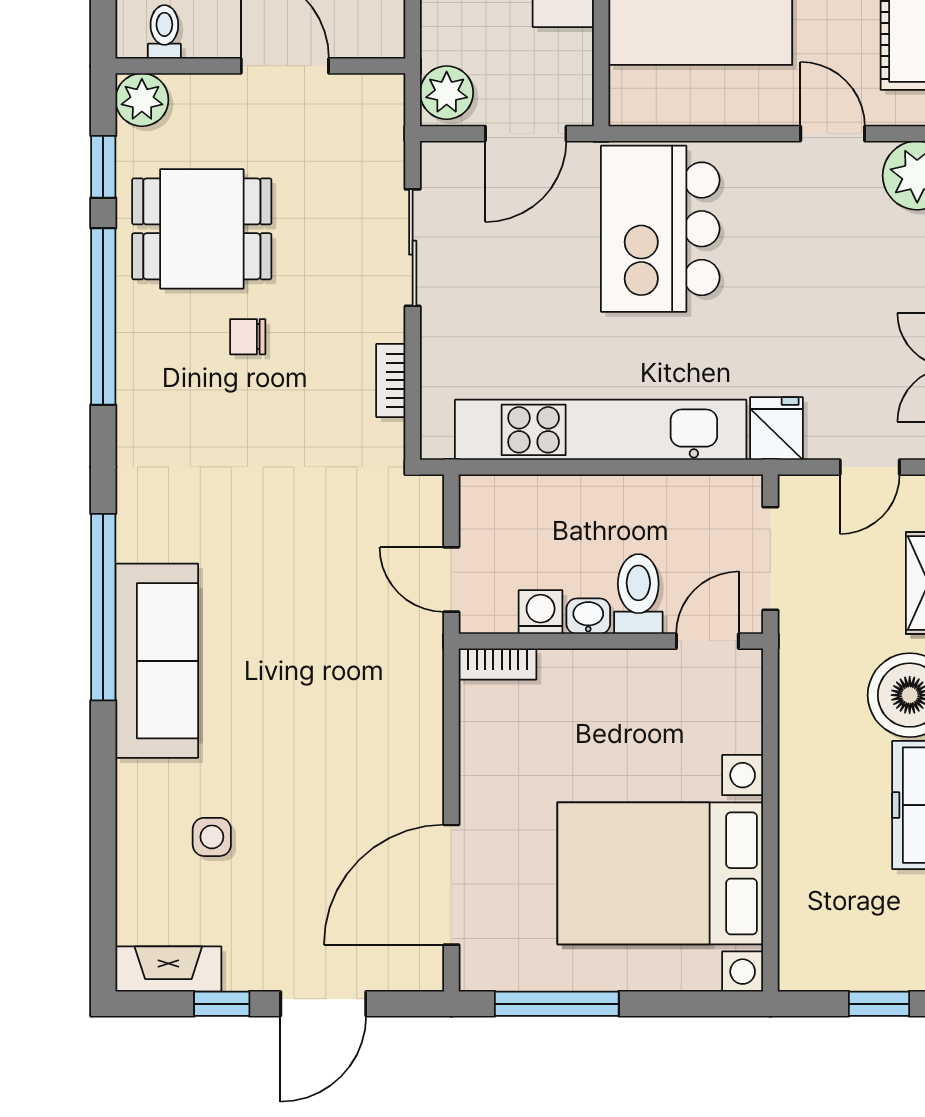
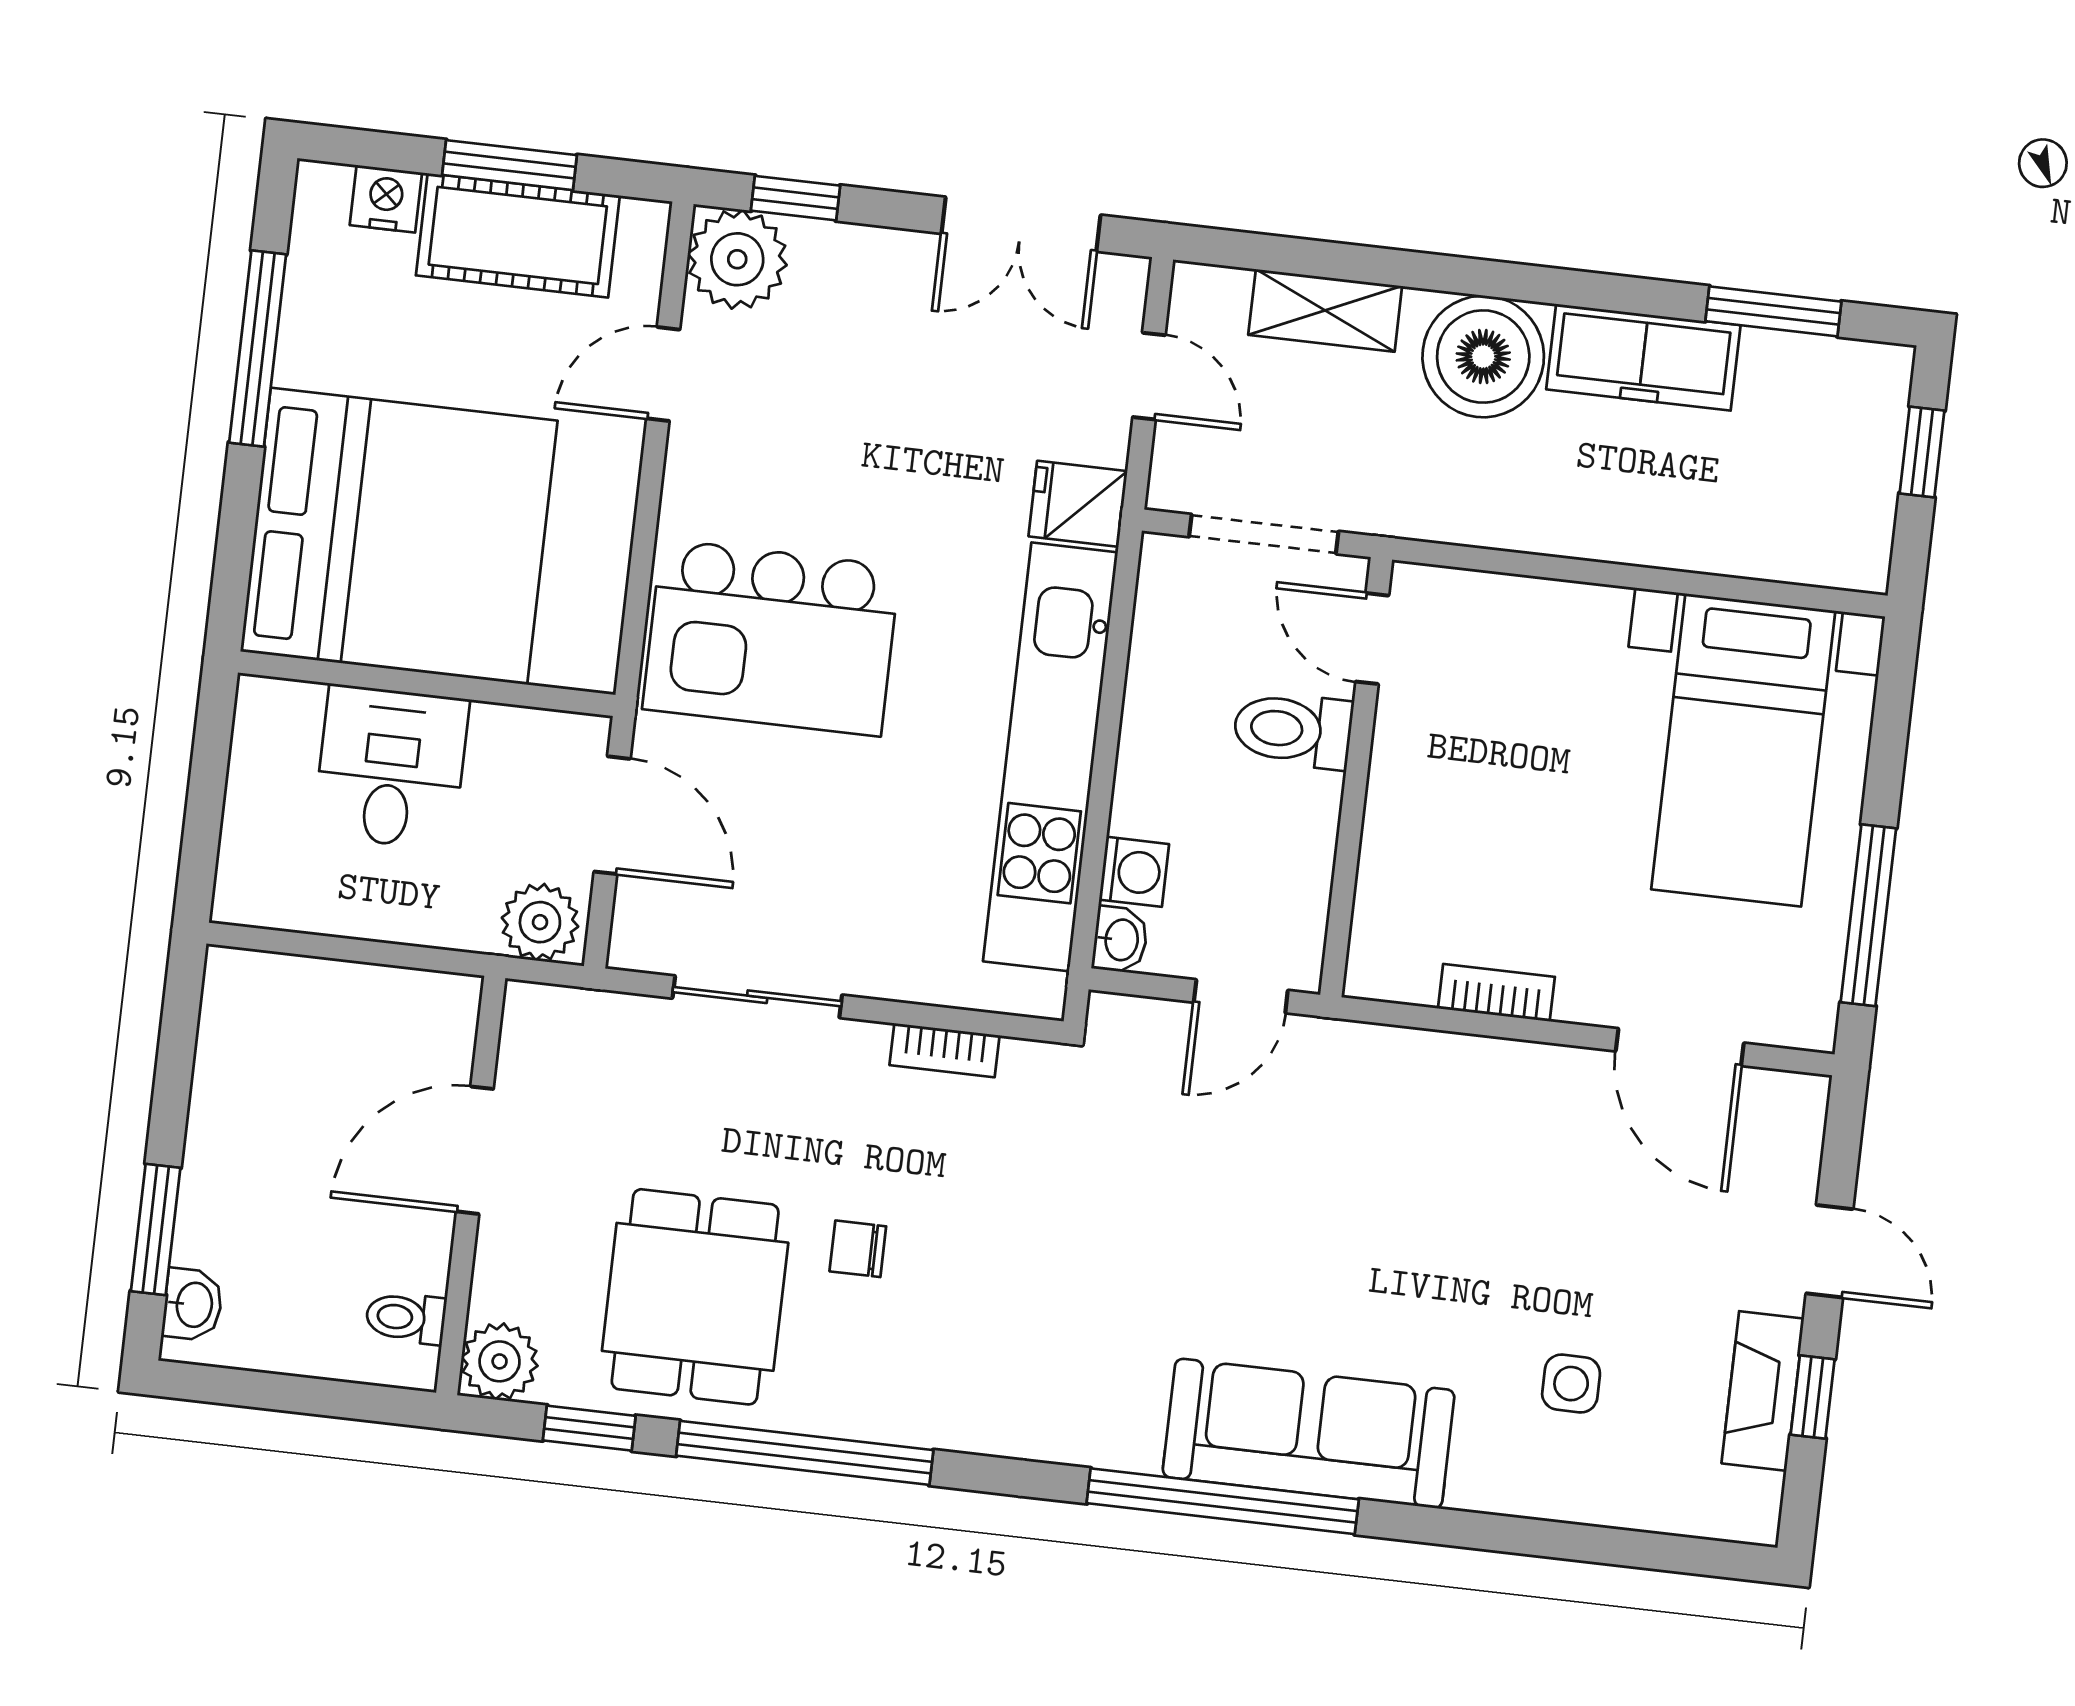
chair: (248, 337) -> (858, 1249), turned 90
washing machine: (541, 612) -> (1134, 872), moved, turned 180
washbasin: (588, 616) -> (1120, 940), moved, turned 180
bookcase: (497, 664) -> (1496, 993), moved, turned -90
bed with nightstands: (660, 873) -> (1743, 750), width x0.73
door: (451, 885) -> (1680, 1047), width x0.73
fireplace: (168, 969) -> (1763, 1391), moved
door: (323, 1004) -> (1830, 1251), width x0.73

